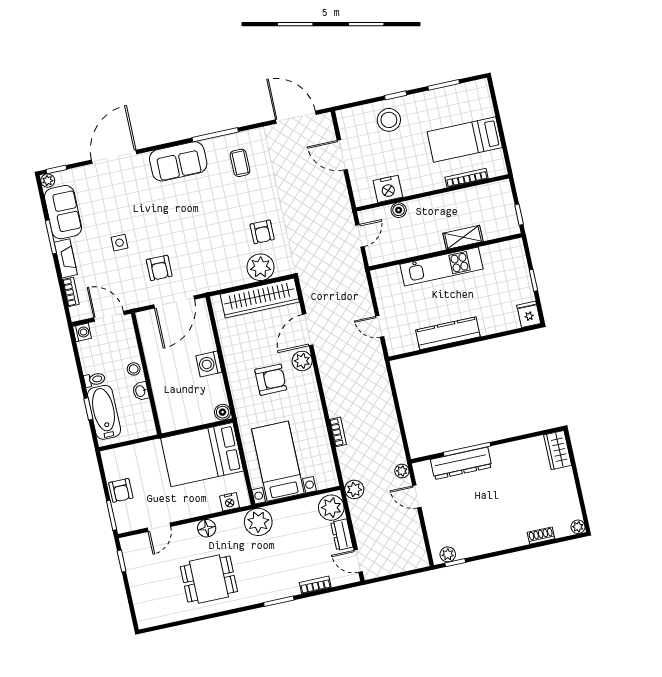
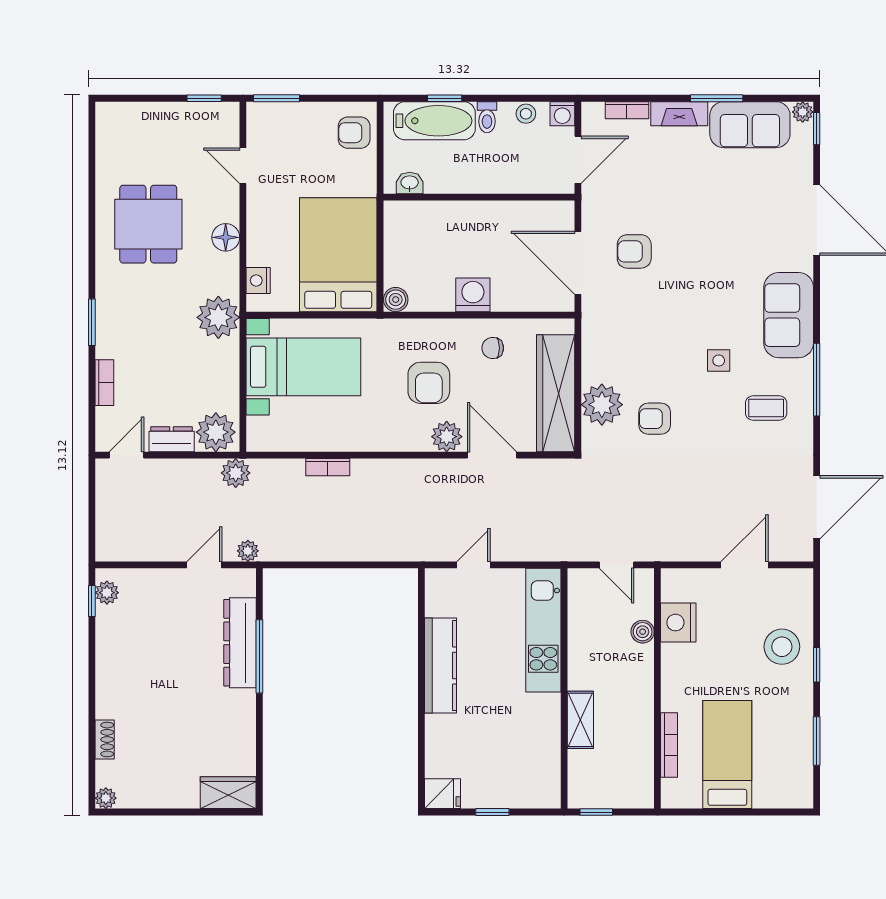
side table: (120, 243) -> (719, 361), moved
kitchen unit: (441, 267) -> (543, 630), moved
chair: (240, 344) -> (493, 348), added
stool: (134, 369) -> (526, 114), moved
washbasin: (141, 391) -> (410, 183), moved
armchair: (121, 490) -> (354, 133), moved

